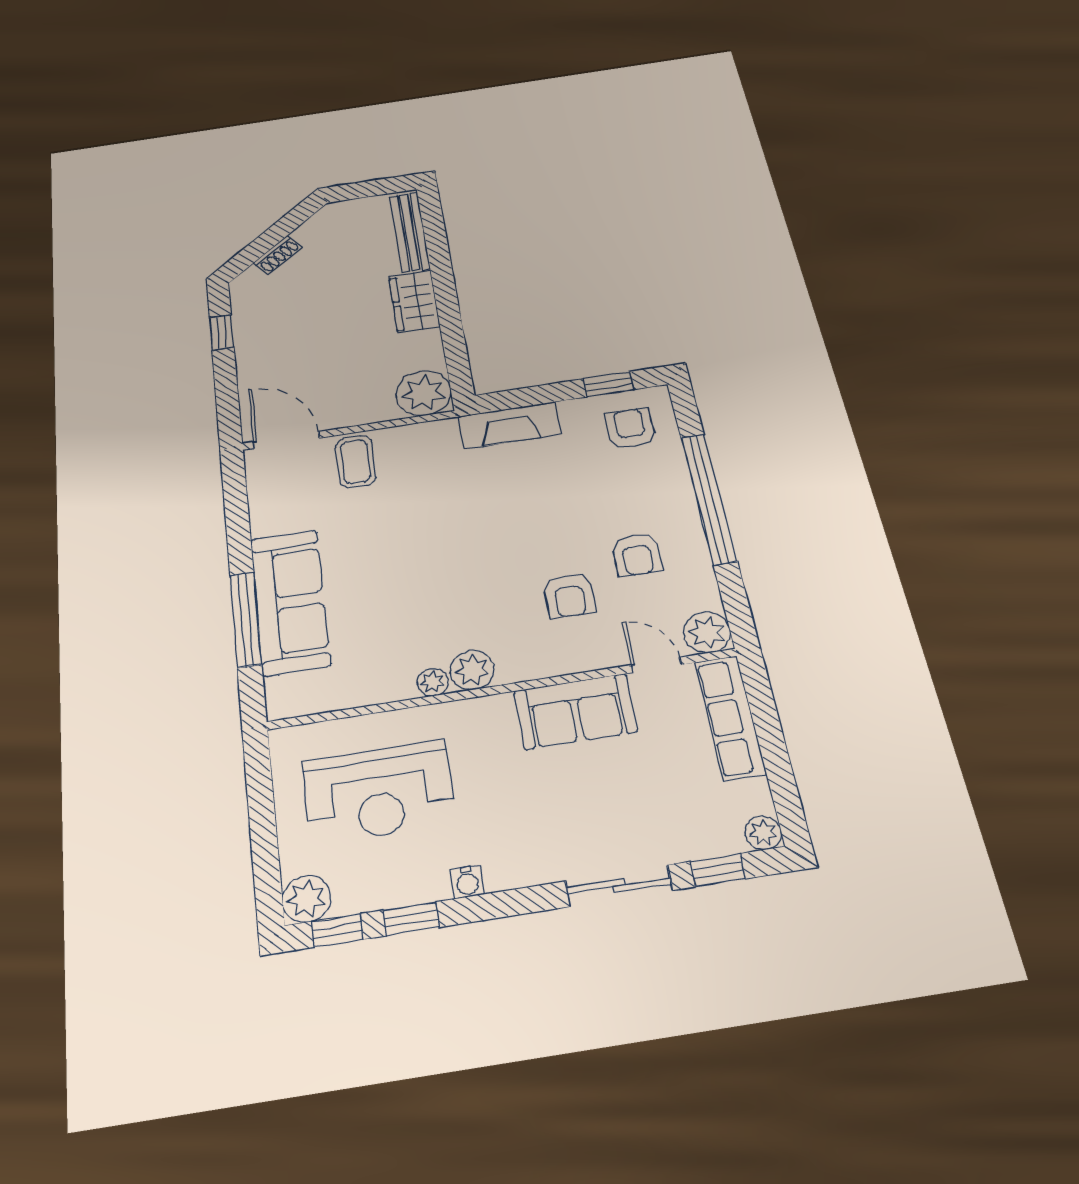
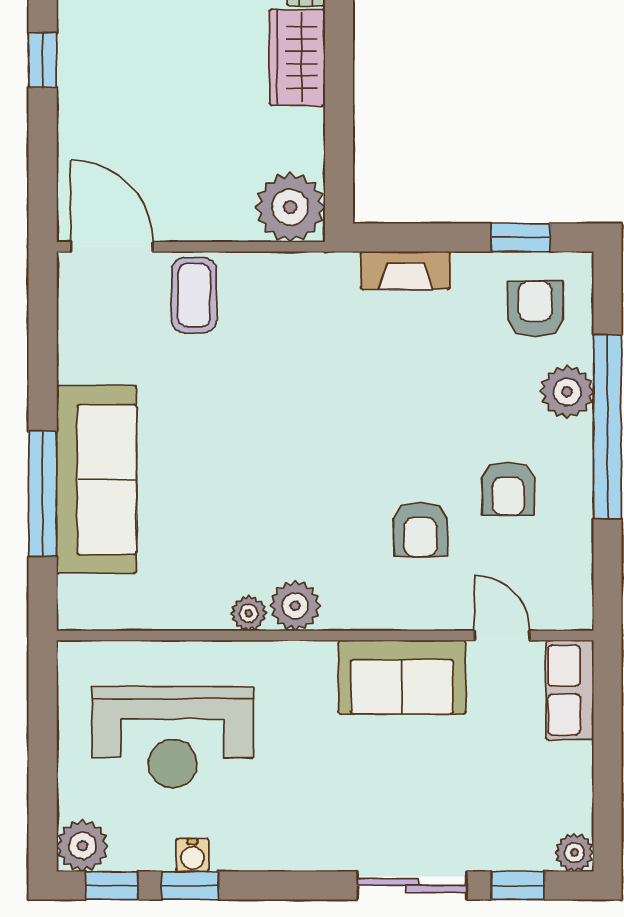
fireplace: (509, 425) -> (405, 270), width x0.73, depth x0.76
plant: (707, 632) -> (567, 392), moved
row of seats: (730, 717) -> (570, 690), width x0.68
water cooler: (467, 882) -> (192, 855), moved

